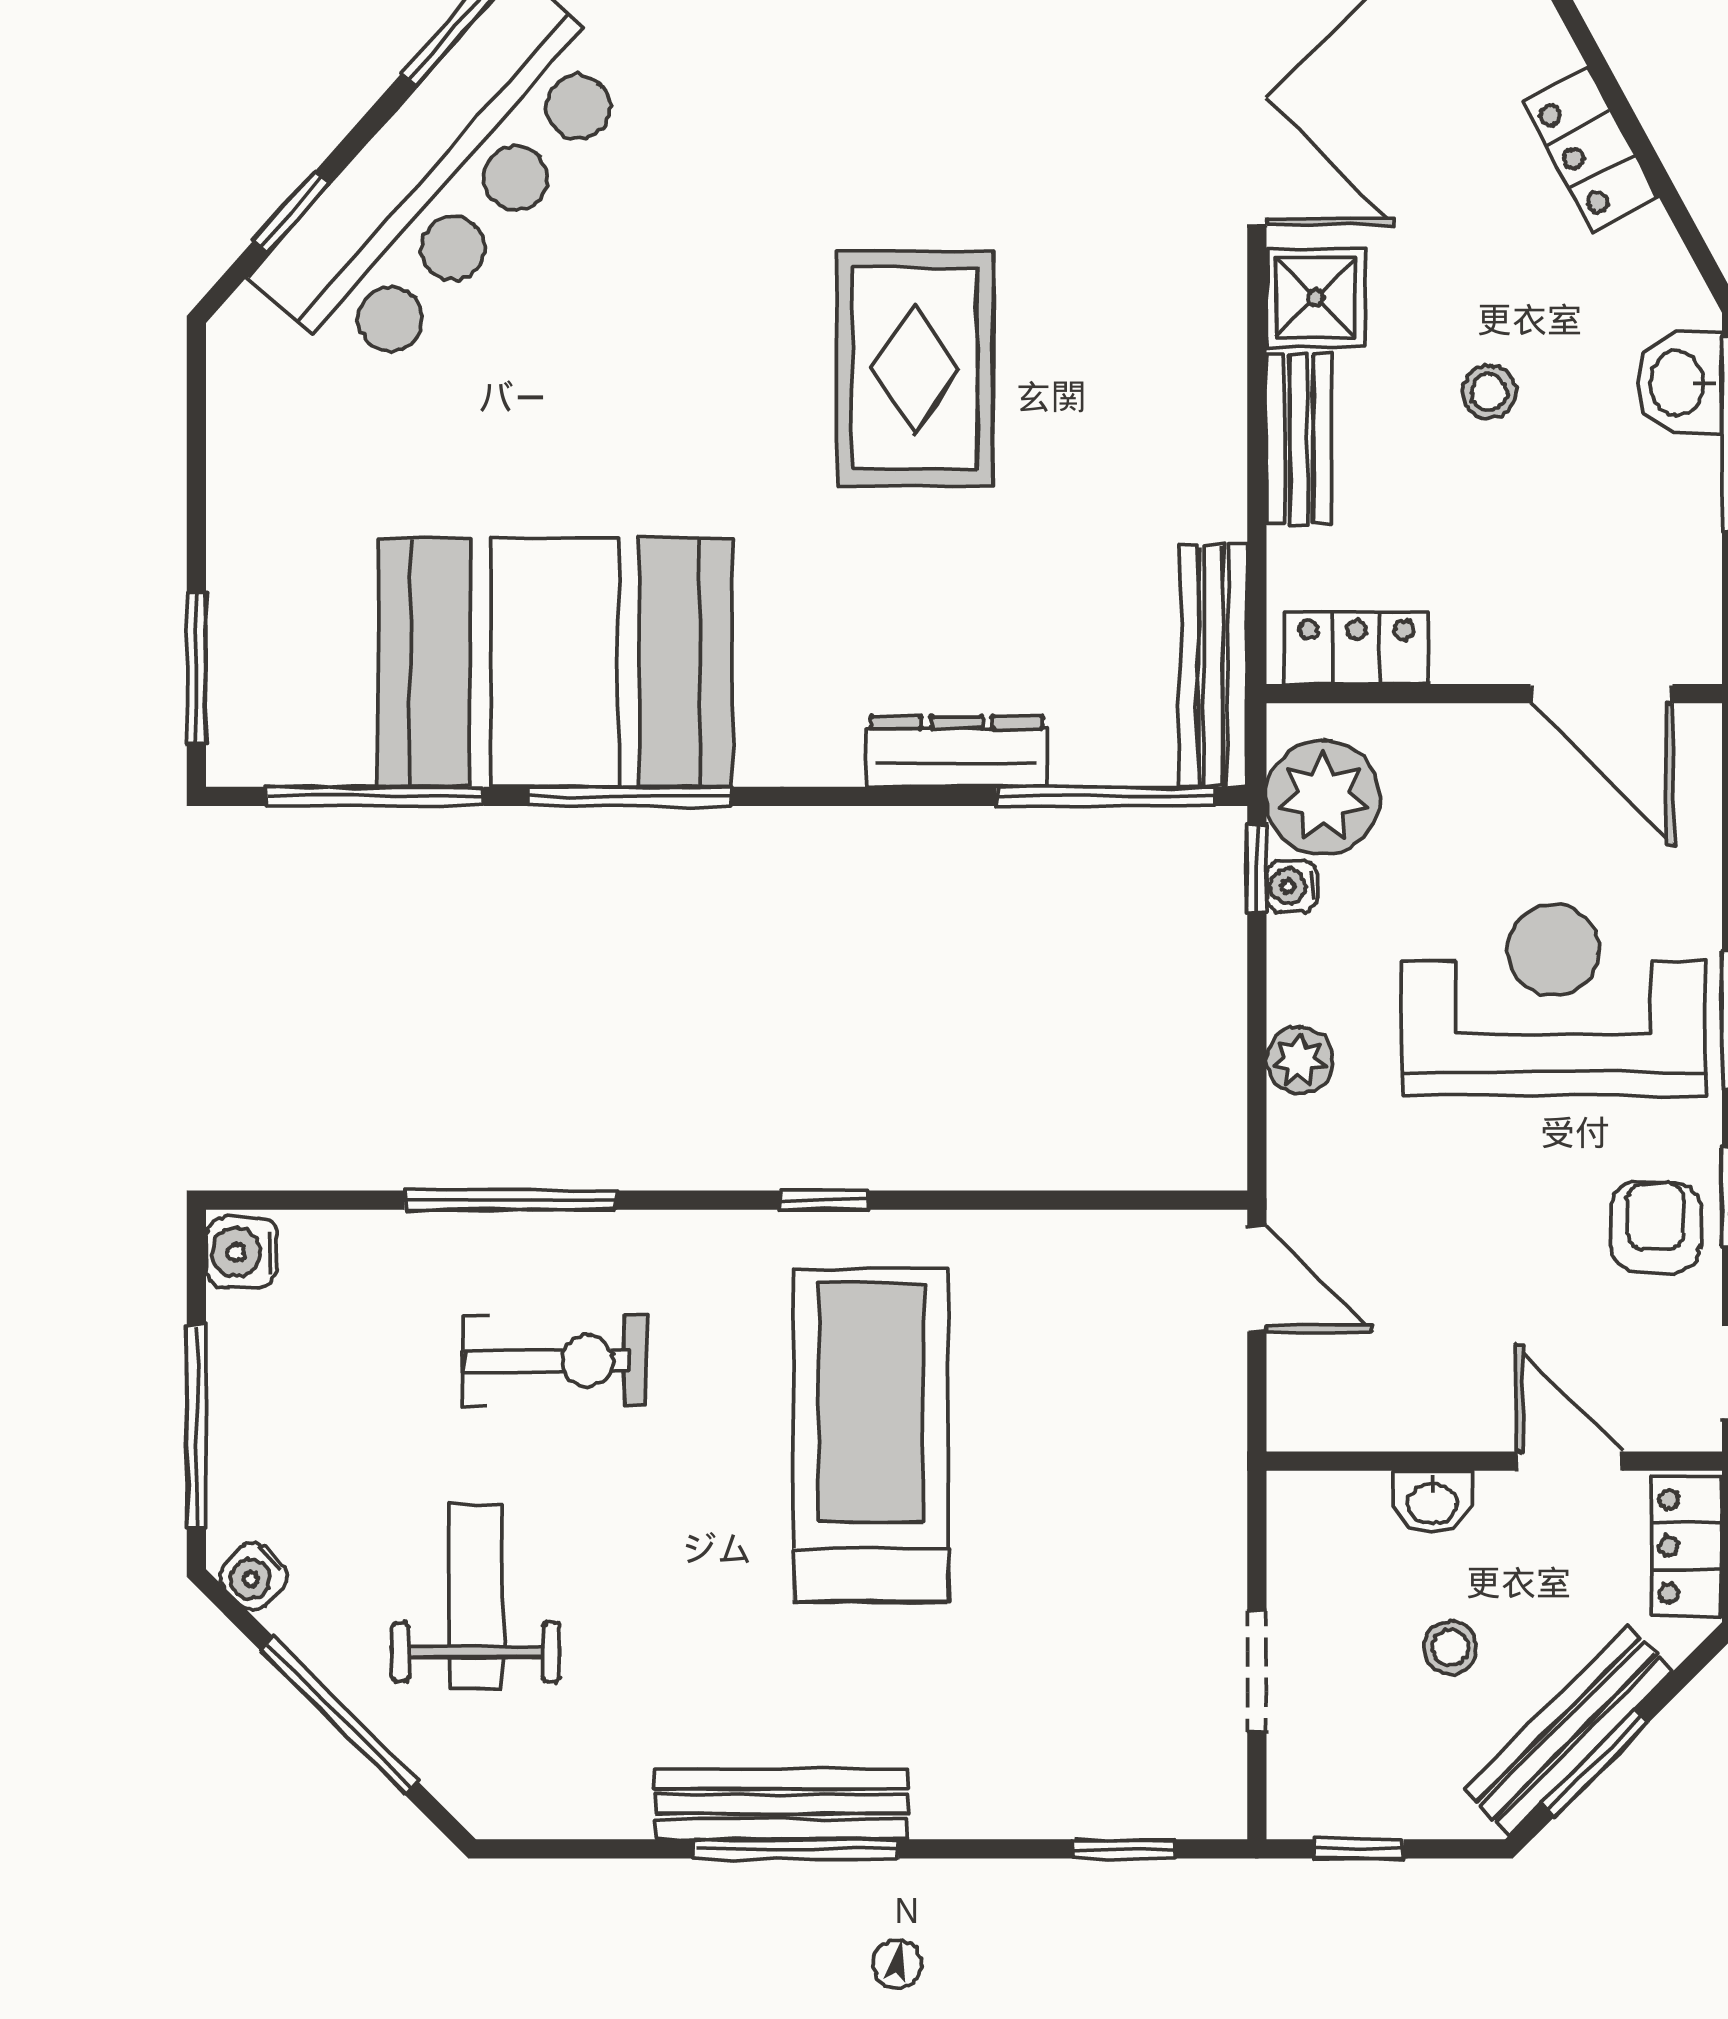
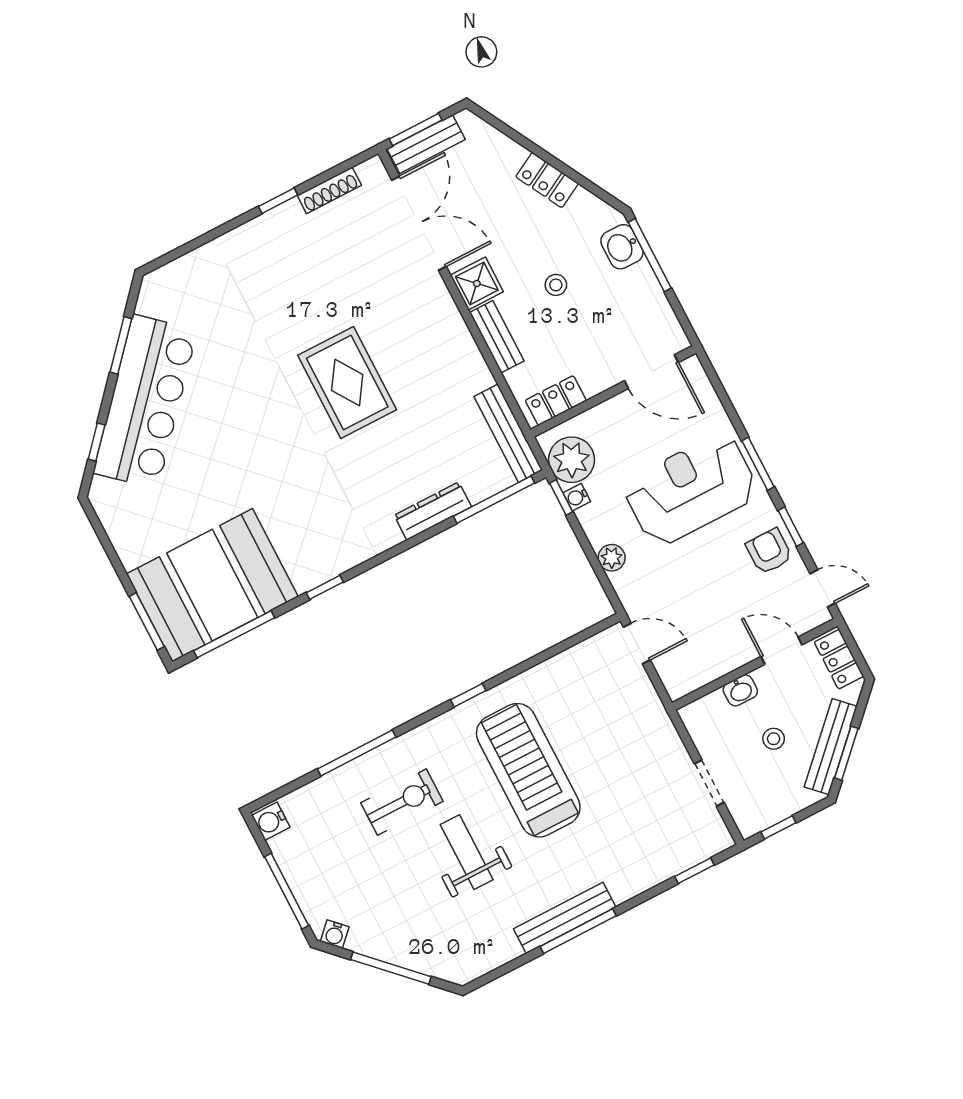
booth: (555, 663) -> (212, 585), moved
window: (630, 796) -> (325, 587), width x0.46
weight bench: (476, 1597) -> (467, 852), moved

